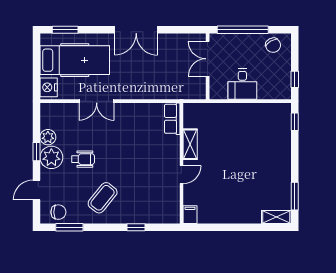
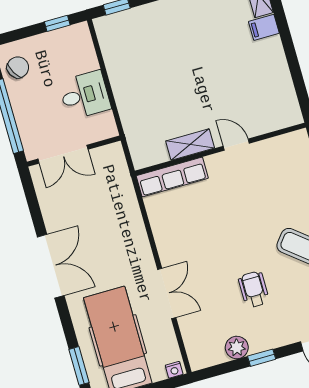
nightstand: (49, 87) -> (174, 370), width x0.53, depth x0.56
row of seats: (172, 119) -> (172, 177), width x1.48
plant: (51, 157) -> (264, 334), removed
filing cabinet: (190, 215) -> (264, 27), moved

